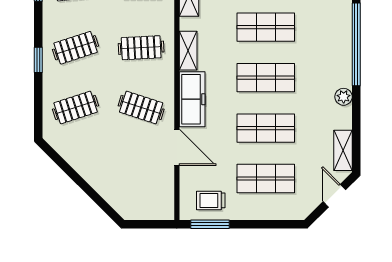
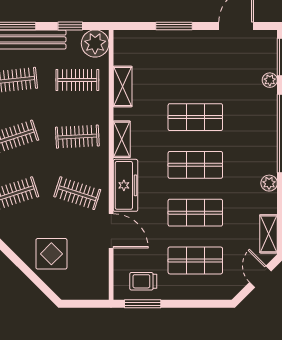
display table: (114, 171) -> (51, 254), added

